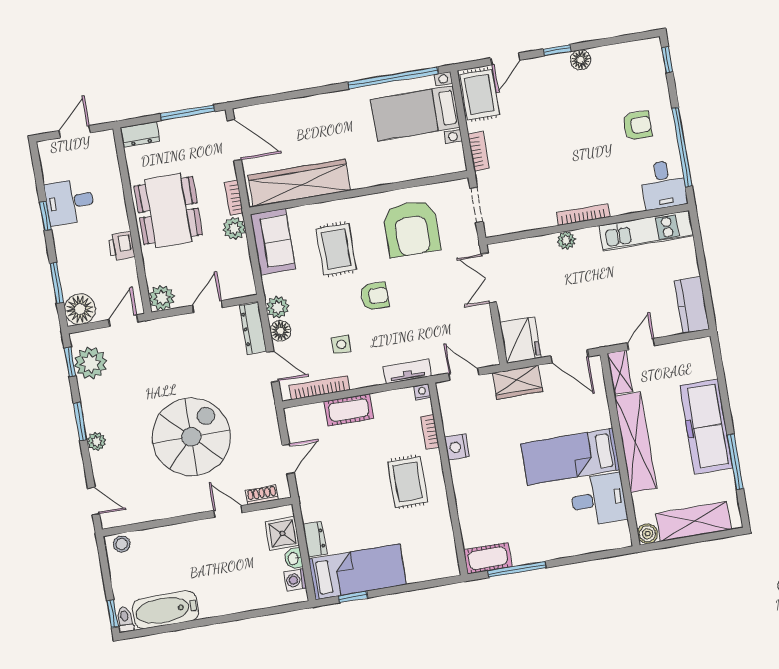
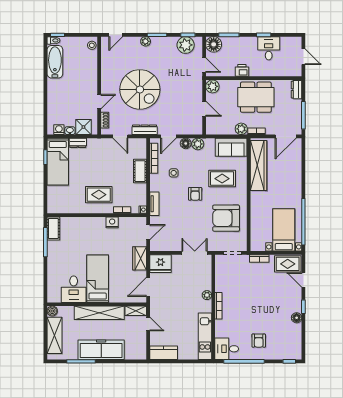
dresser: (253, 328) -> (145, 130), moved

